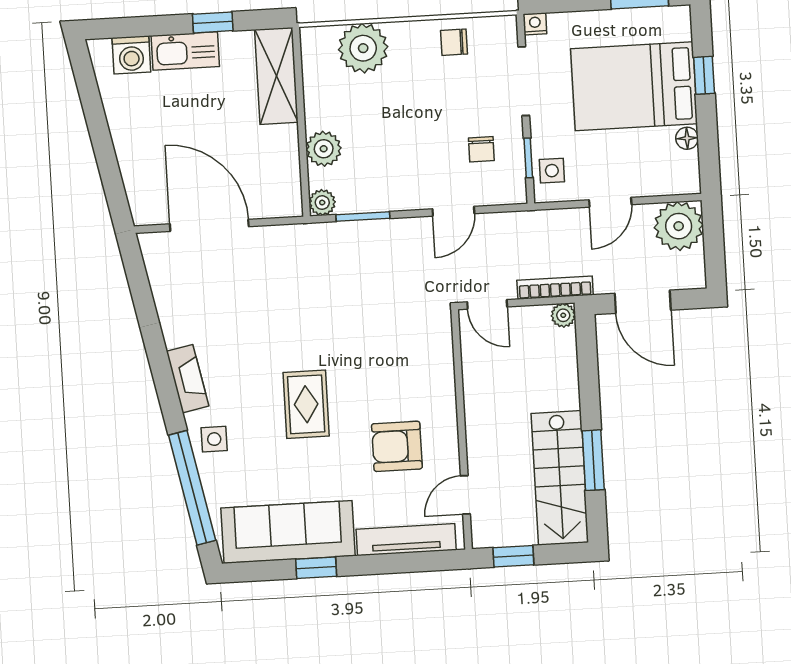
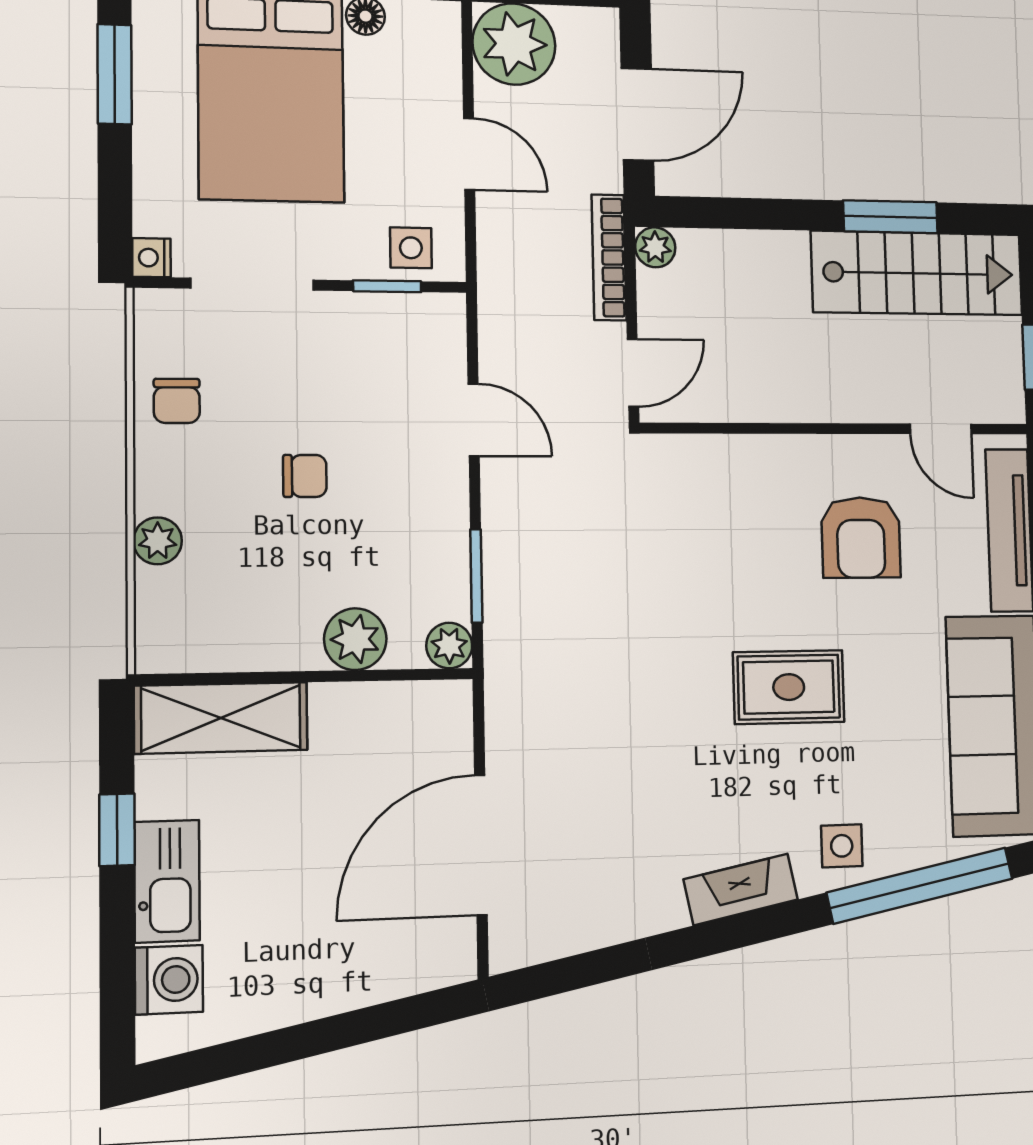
plant: (363, 48) -> (158, 541), width x0.53, depth x0.53
chair: (481, 149) -> (305, 476), moved

